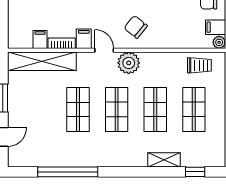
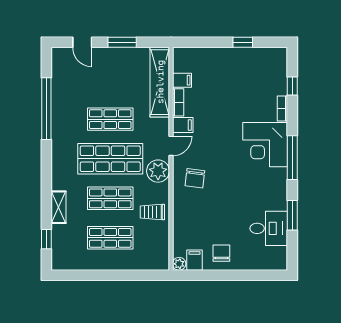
chair: (136, 27) -> (195, 178), turned 148
trolley: (199, 65) -> (152, 212), moved, turned 90
shop shelf: (117, 110) -> (110, 159), width x1.43, depth x1.36

